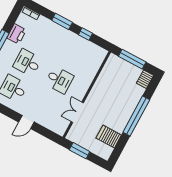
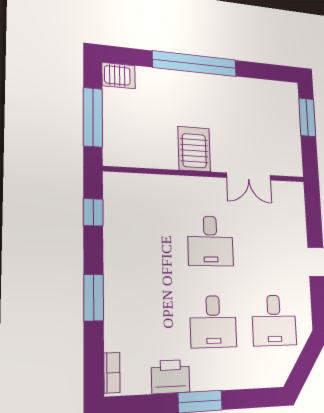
window: (85, 34) -> (93, 212), moved
desk: (59, 80) -> (210, 241), turned 180
server rack: (109, 137) -> (194, 149), moved, turned 180
window: (80, 151) -> (307, 117), moved

